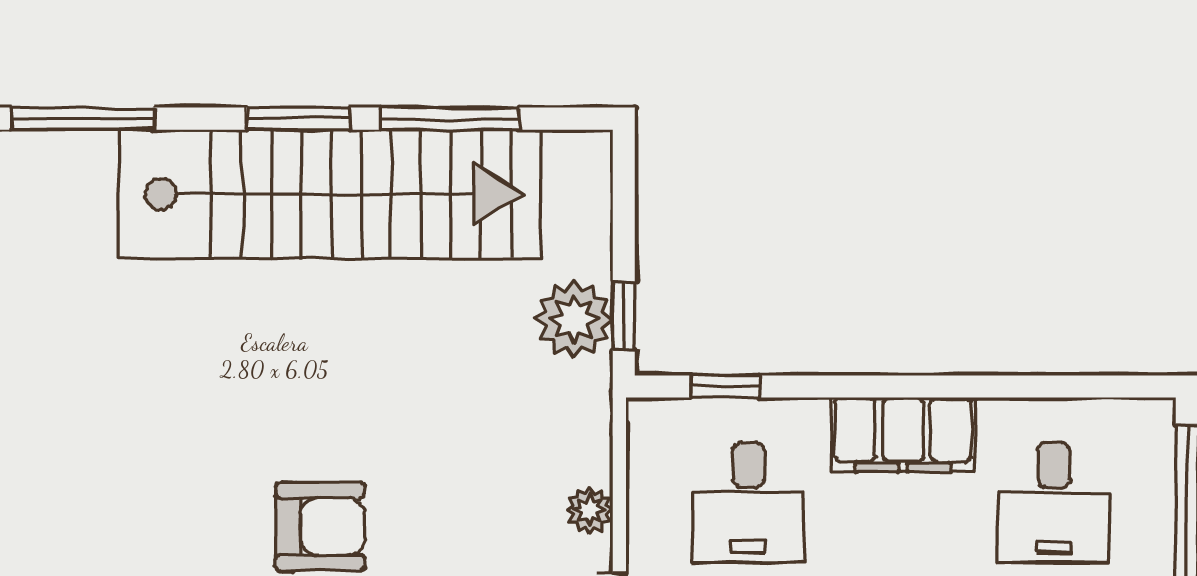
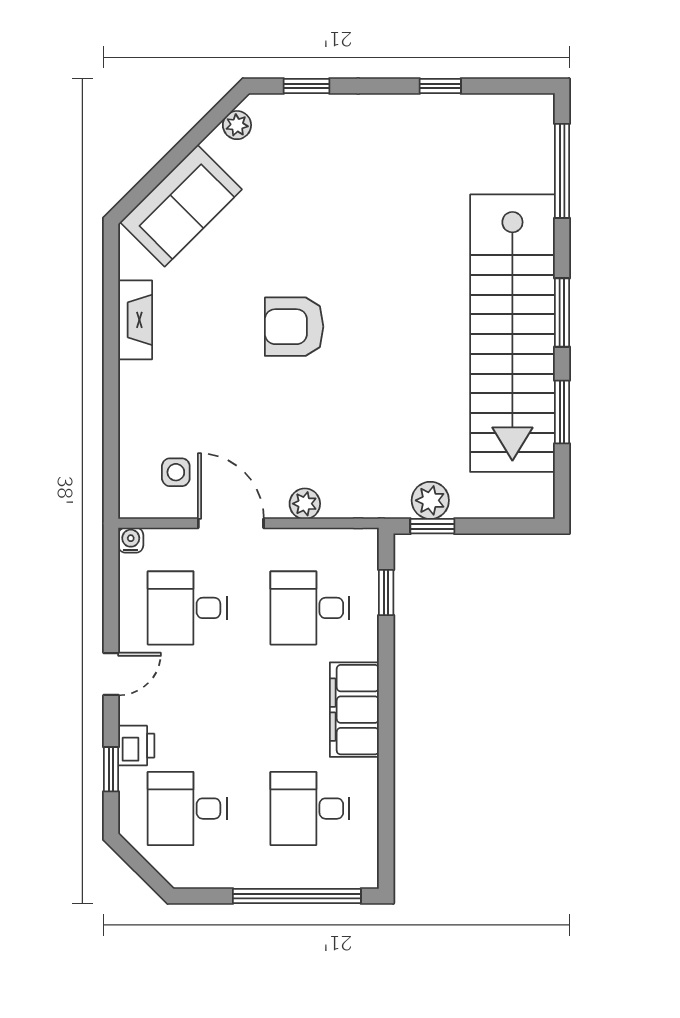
window: (450, 119) -> (562, 412), width x0.69
plant: (574, 319) -> (430, 500), width x0.73, depth x0.73
armchair: (320, 527) -> (294, 327), turned 90

